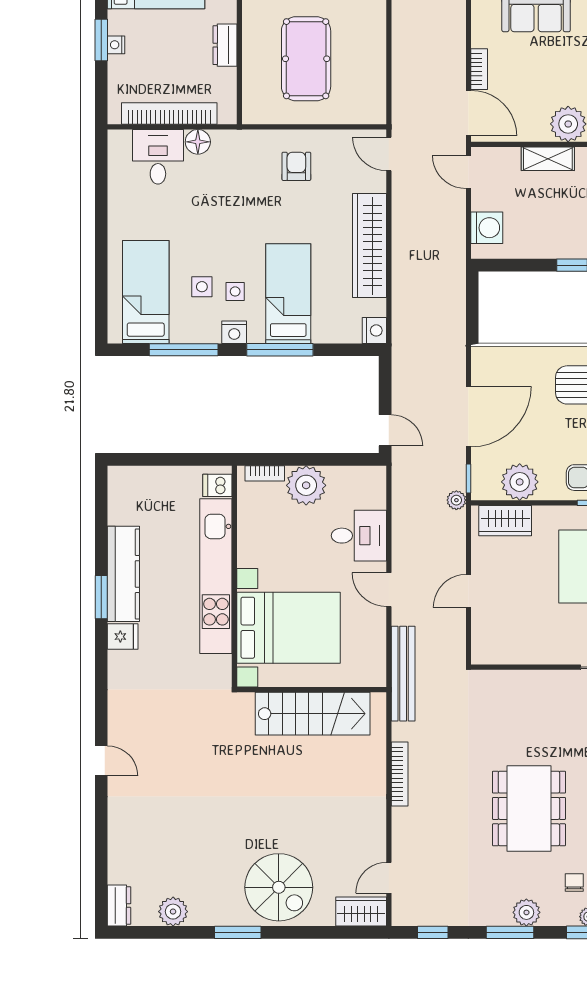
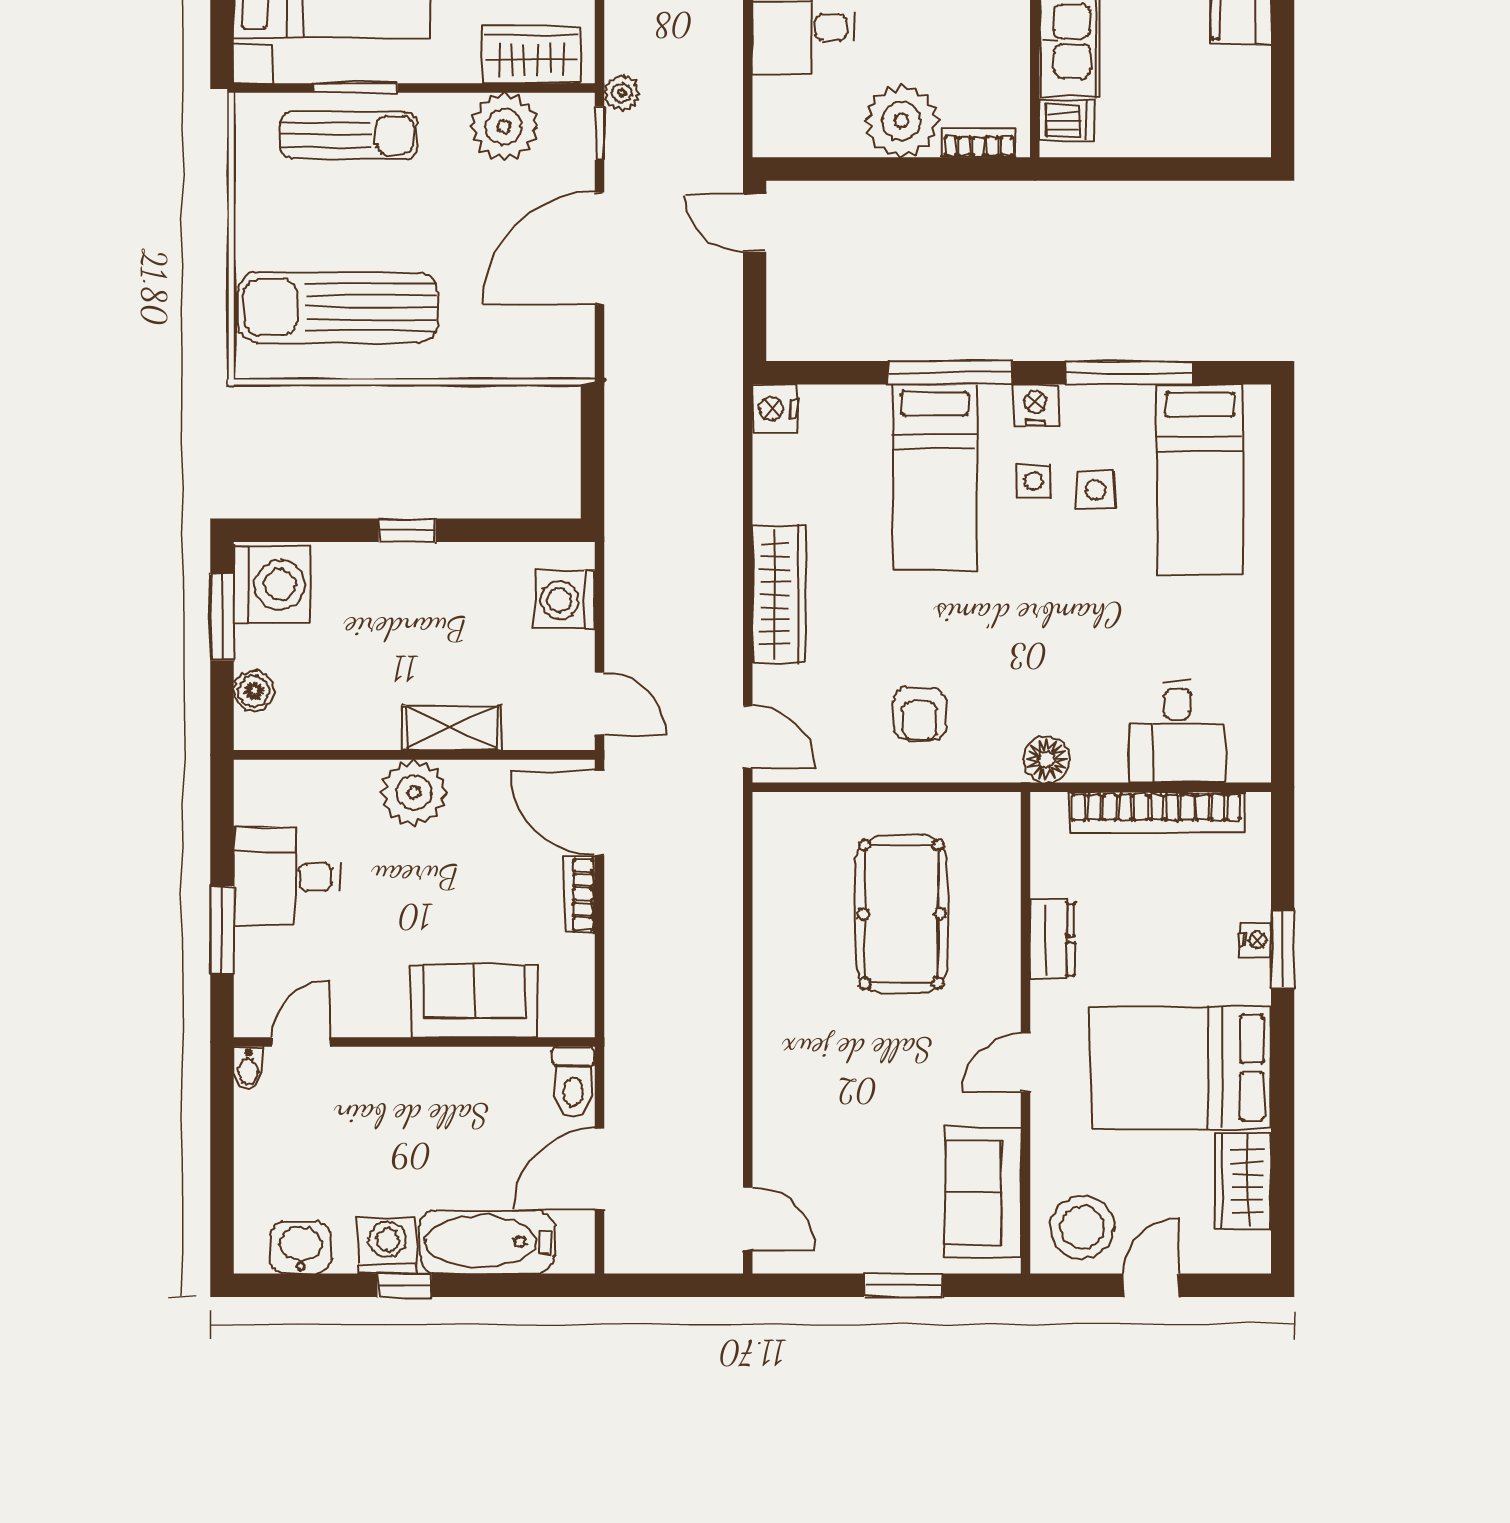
floor lamp: (198, 142) -> (1047, 760), moved
wardrobe: (369, 246) -> (779, 594), width x0.71, depth x0.85

